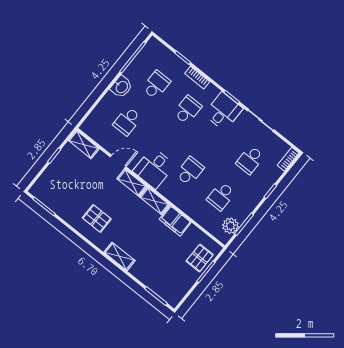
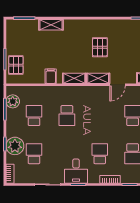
school desk: (188, 110) -> (100, 154), turned 180
desk: (154, 168) -> (91, 99), removed
plant: (262, 182) -> (15, 146), added
pallet: (97, 218) -> (100, 47), moved, turned 90
filing cabinet: (175, 221) -> (51, 76), width x0.50
shelving: (119, 256) -> (51, 25), moved

